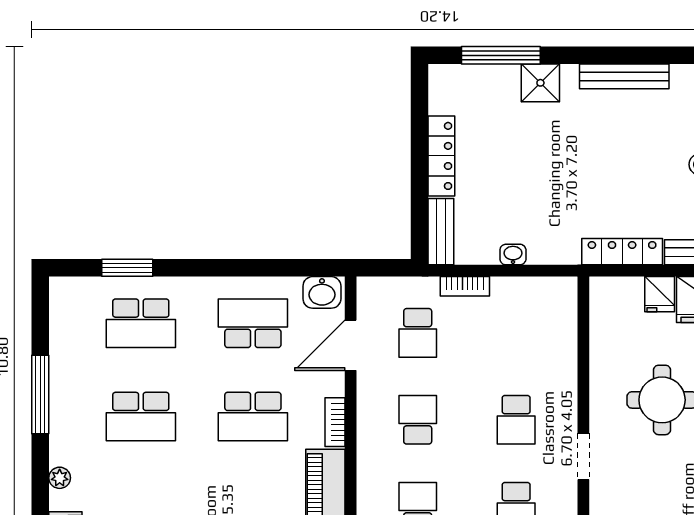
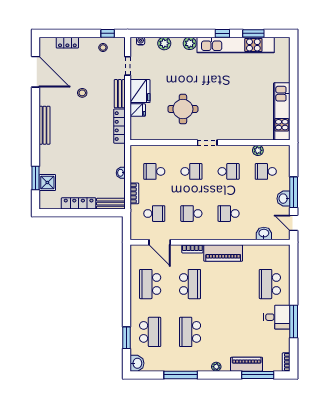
window: (501, 55) -> (36, 178), width x0.69
shower: (540, 83) -> (47, 182), moved
washbasin: (322, 292) -> (137, 363), moved
school desk: (516, 333) -> (154, 171), added
school desk: (141, 417) -> (190, 332), turned 180

